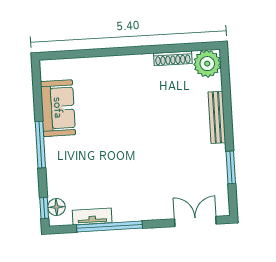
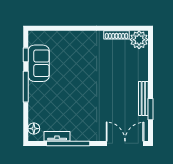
bench: (217, 117) -> (143, 98), moved
window: (44, 208) -> (26, 55), moved
double door: (195, 221) -> (125, 143), width x1.37

